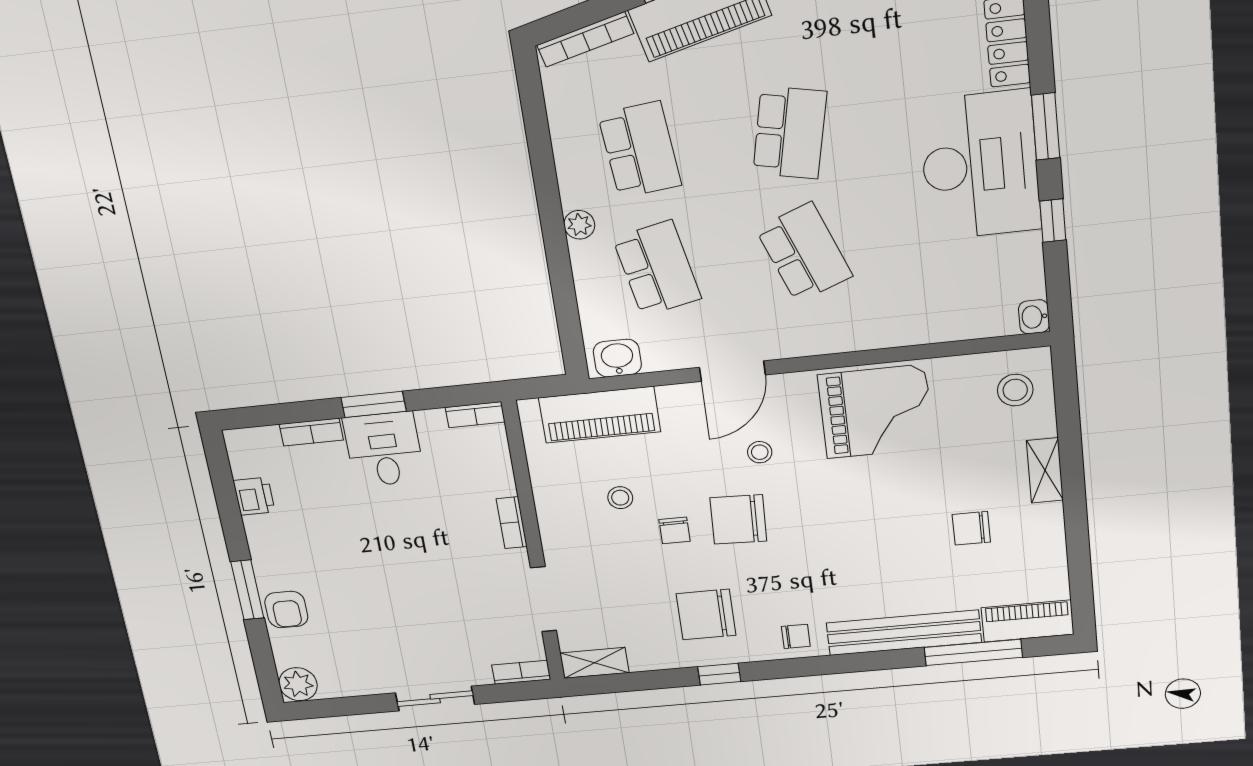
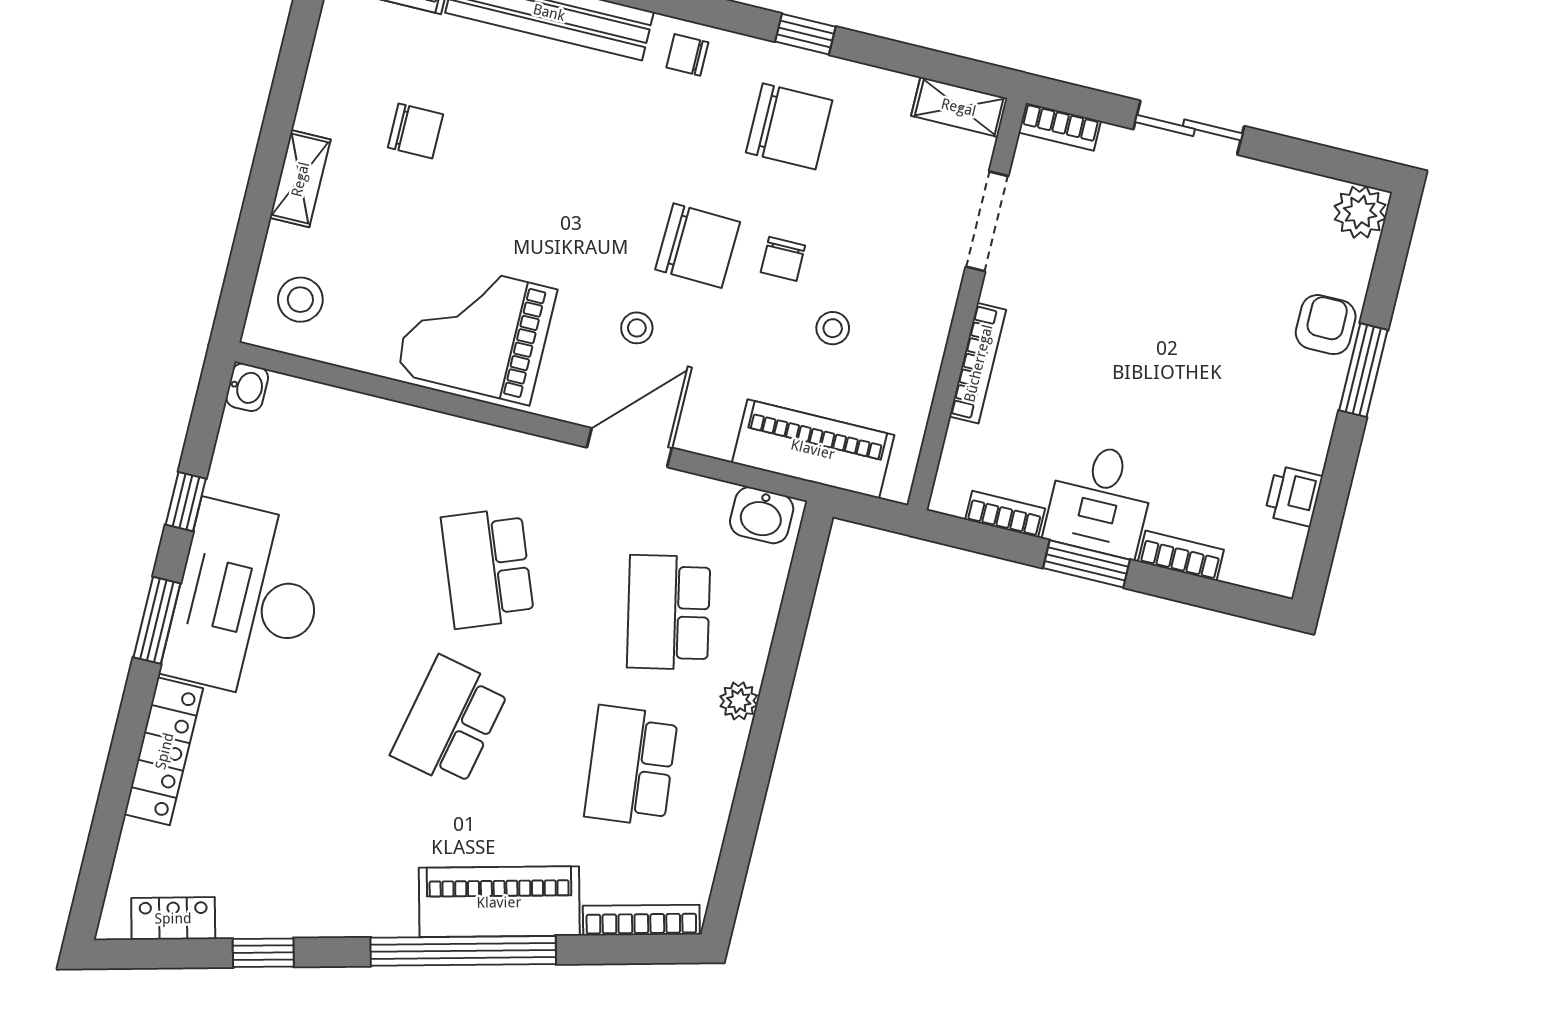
bookcase: (475, 415) -> (1005, 514), moved
bookcase: (512, 523) -> (978, 363), width x1.56
chair: (674, 530) -> (783, 259), turned 180

